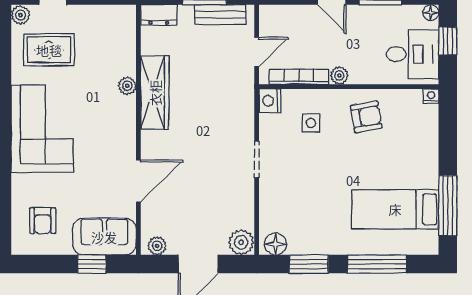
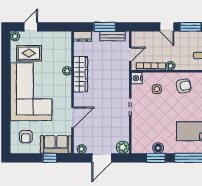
corner sofa: (42, 129) -> (31, 92), width x1.36, depth x1.36
floor lamp: (276, 244) -> (158, 148), moved

